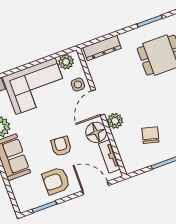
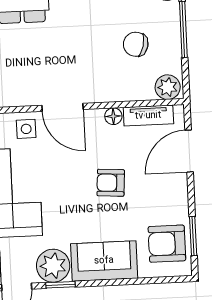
plant: (115, 121) -> (168, 87), moved
floor lamp: (96, 132) -> (113, 116), width x0.53, depth x0.53
armchair: (56, 181) -> (167, 244), moved, turned 90

